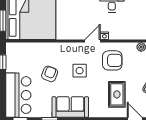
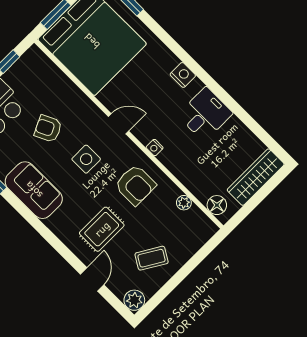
door: (93, 41) -> (119, 124), moved
armchair: (50, 74) -> (48, 129), turned -138

